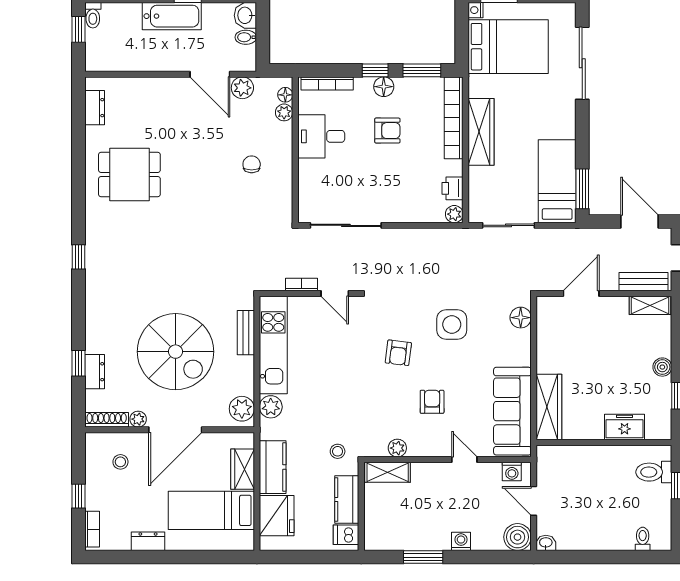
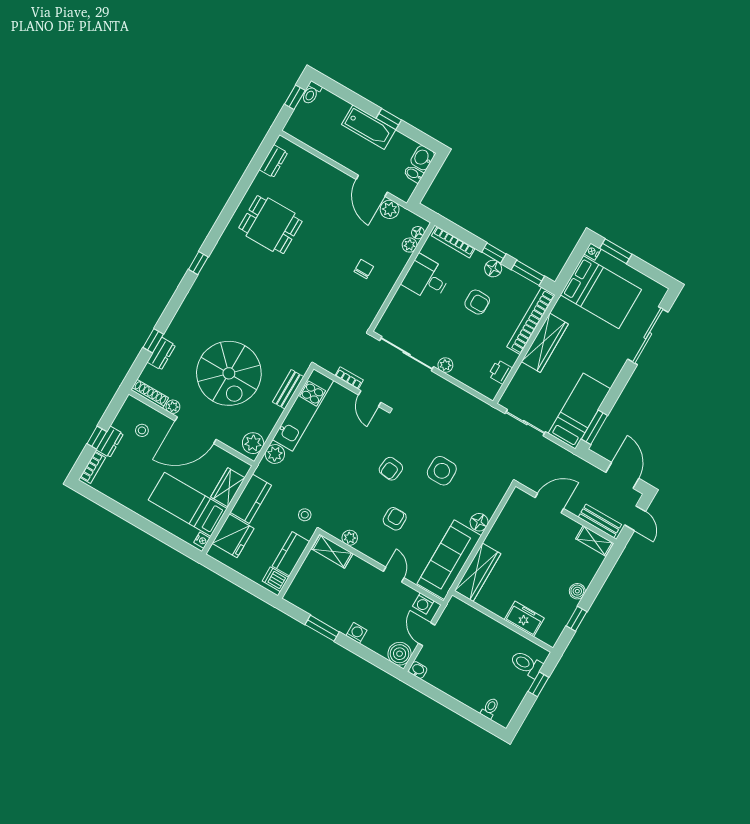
plant: (454, 214) -> (445, 365), moved
floor lamp: (521, 318) -> (479, 522), moved
nightstand: (247, 539) -> (202, 540), added
dresser: (148, 541) -> (110, 442), moved, turned 90

